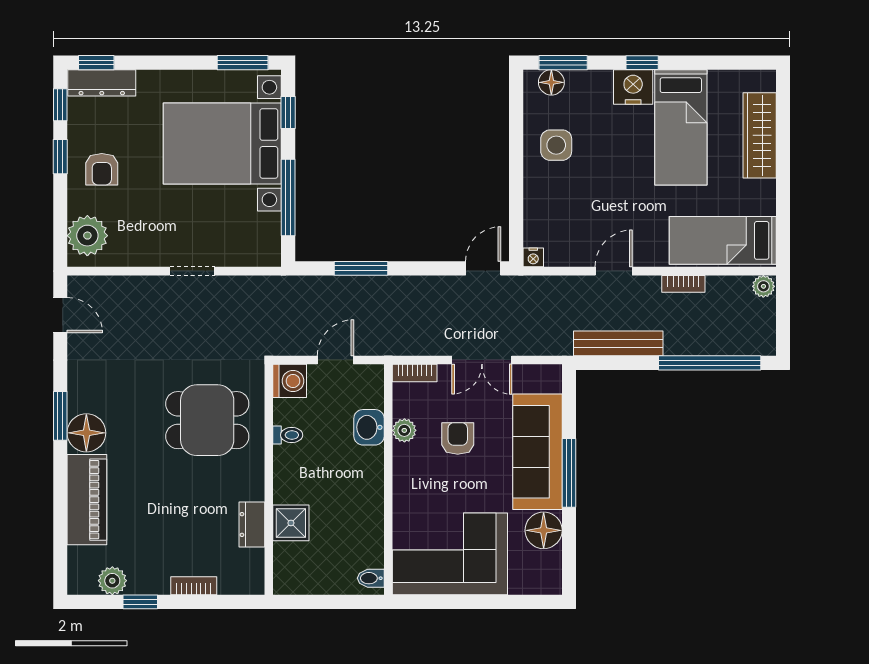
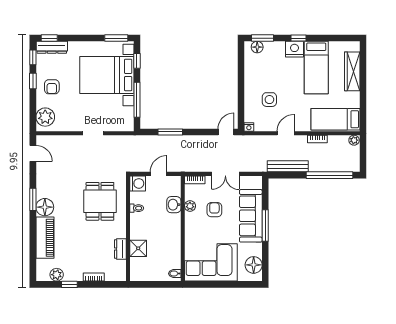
side table: (556, 145) -> (269, 100), moved
dining table: (207, 420) -> (100, 201), turned 90
floor lamp: (544, 530) -> (254, 265), moved

